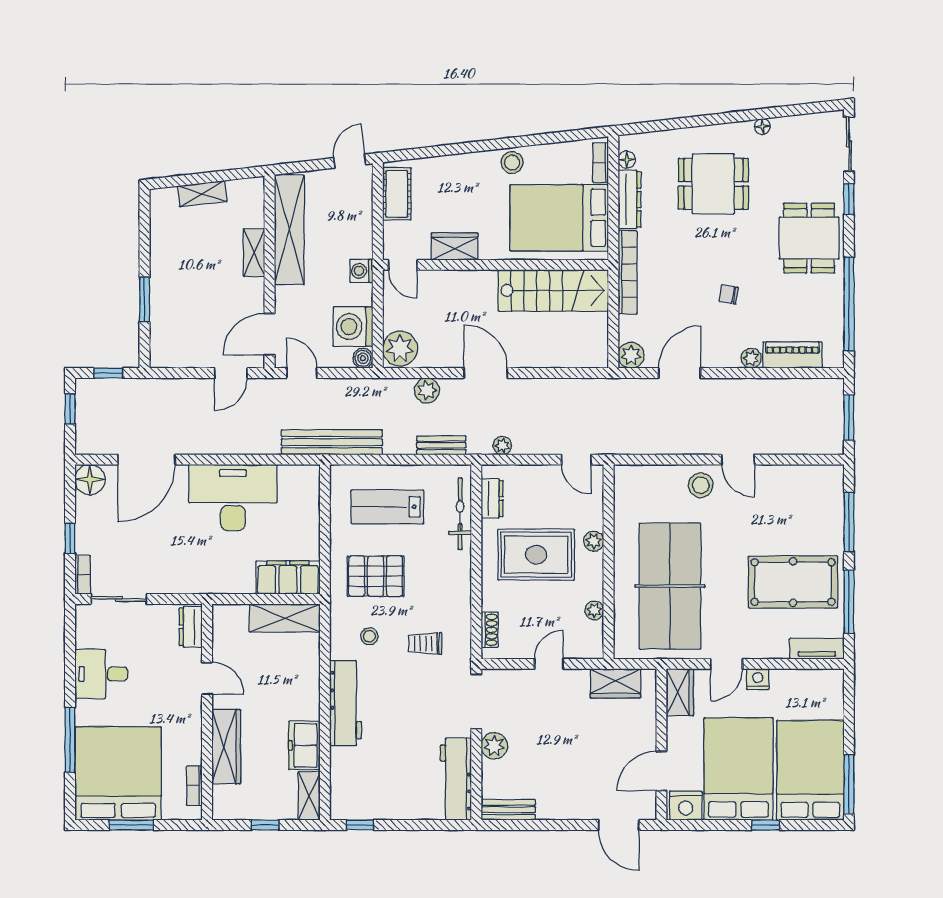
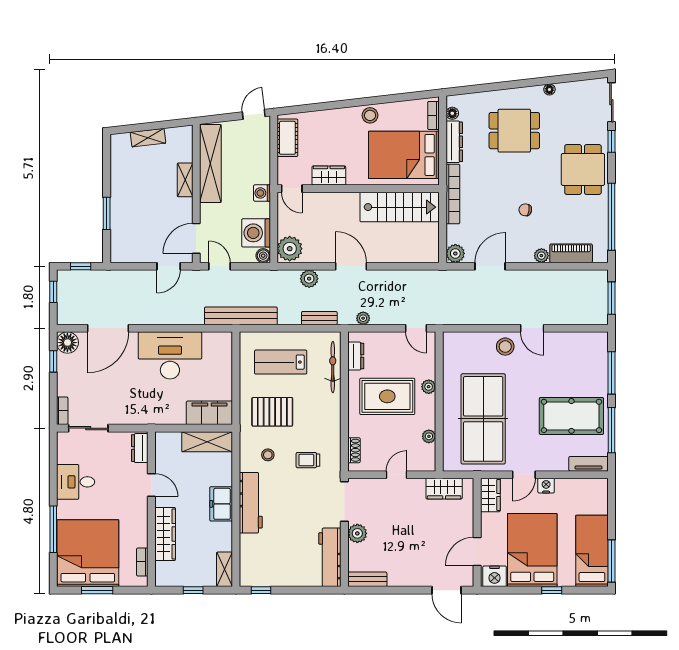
window: (70, 538) -> (53, 361), moved
freezer: (304, 745) -> (221, 504), moved
bed: (810, 770) -> (592, 551), width x0.67

